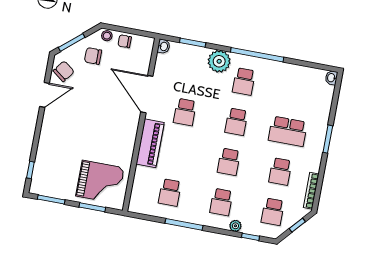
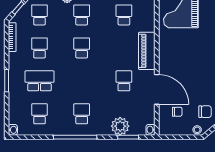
chair: (125, 41) -> (177, 112), moved
plant: (219, 61) -> (120, 126), moved
school desk: (236, 122) -> (39, 114), moved

